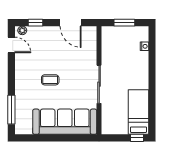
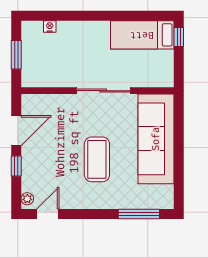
window: (35, 23) -> (16, 166), moved
coffee table: (50, 80) -> (97, 159), width x1.86, depth x1.72

